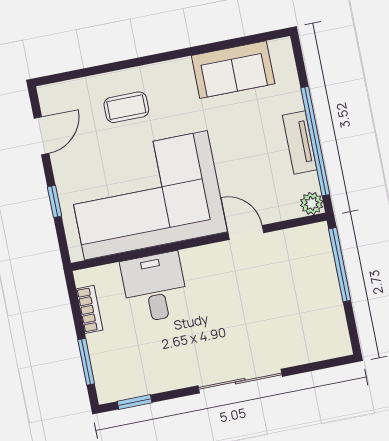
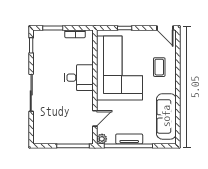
sofa: (233, 70) -> (166, 116), width x1.36
door: (41, 136) -> (165, 28), moved
door: (246, 232) -> (95, 118), moved
desk: (155, 287) -> (79, 78), moved

